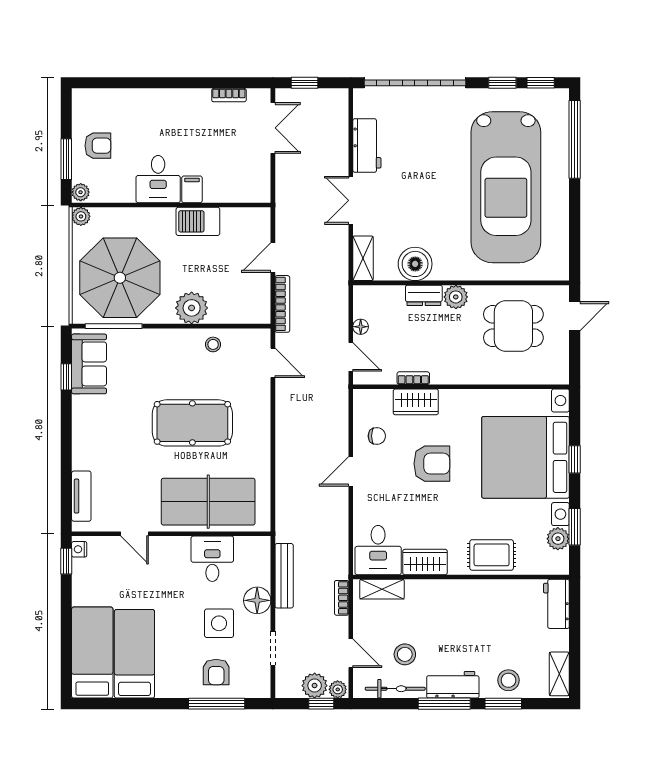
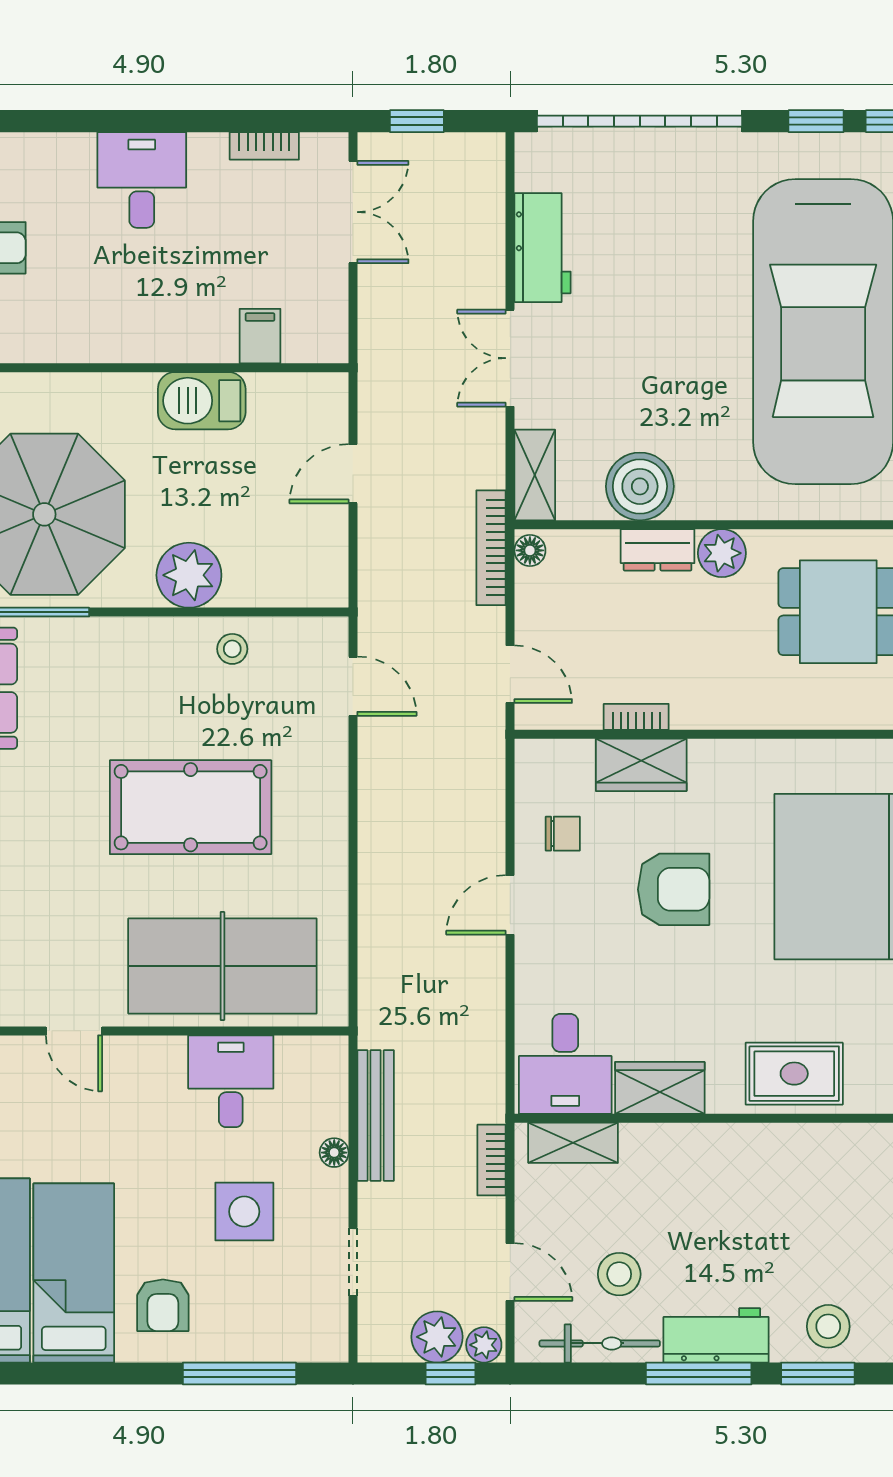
desk: (158, 179) -> (142, 180), moved, turned 180
filing cabinet: (192, 189) -> (260, 336), moved
bookcase: (282, 304) -> (491, 548), moved, turned 180
floor lamp: (361, 327) -> (530, 550), moved
floor lamp: (257, 600) -> (334, 1153), width x0.53, depth x0.53
armchair: (216, 672) -> (163, 1305), moved

